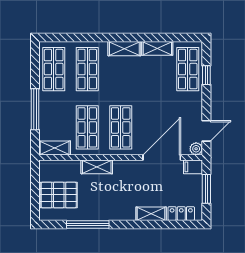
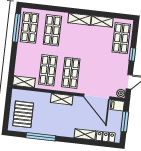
window: (206, 75) -> (132, 54), moved
window: (35, 109) -> (17, 28), moved
door: (162, 157) -> (97, 97), swing flipped
shelving: (97, 167) -> (62, 99), moved
pallet: (59, 195) -> (23, 114), turned 90

